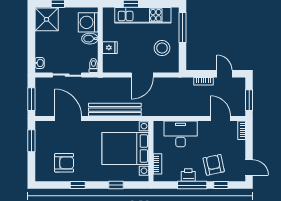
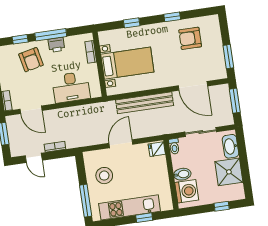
shower: (47, 19) -> (229, 172), moved
fridge: (110, 48) -> (157, 149), moved
washbasin: (40, 63) -> (230, 146), width x1.91, depth x1.45
bed with nightstands: (125, 148) -> (127, 63), width x0.73

